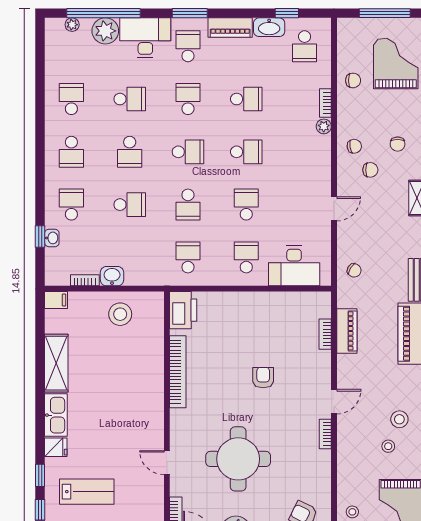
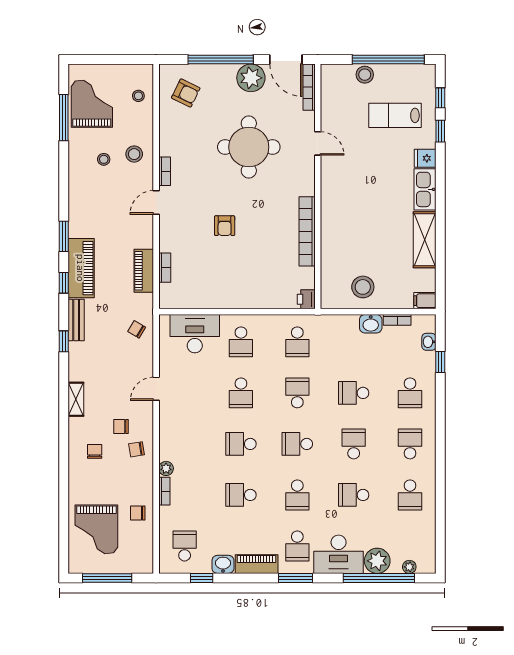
washbasin: (269, 27) -> (223, 564), width x0.72
washbasin: (52, 238) -> (429, 342), moved
printer: (183, 310) -> (306, 299), width x0.53, depth x0.68
stool: (399, 419) -> (134, 154), moved

